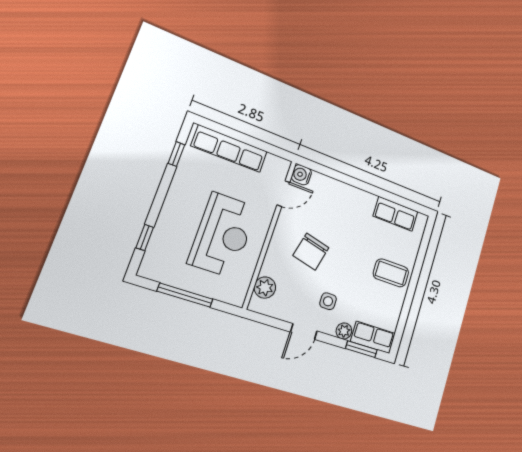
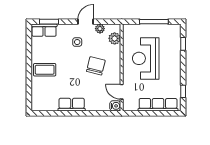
door: (283, 194) -> (122, 92), hinge flipped
row of seats: (396, 214) -> (72, 105), moved
plant: (344, 331) -> (100, 29), moved

